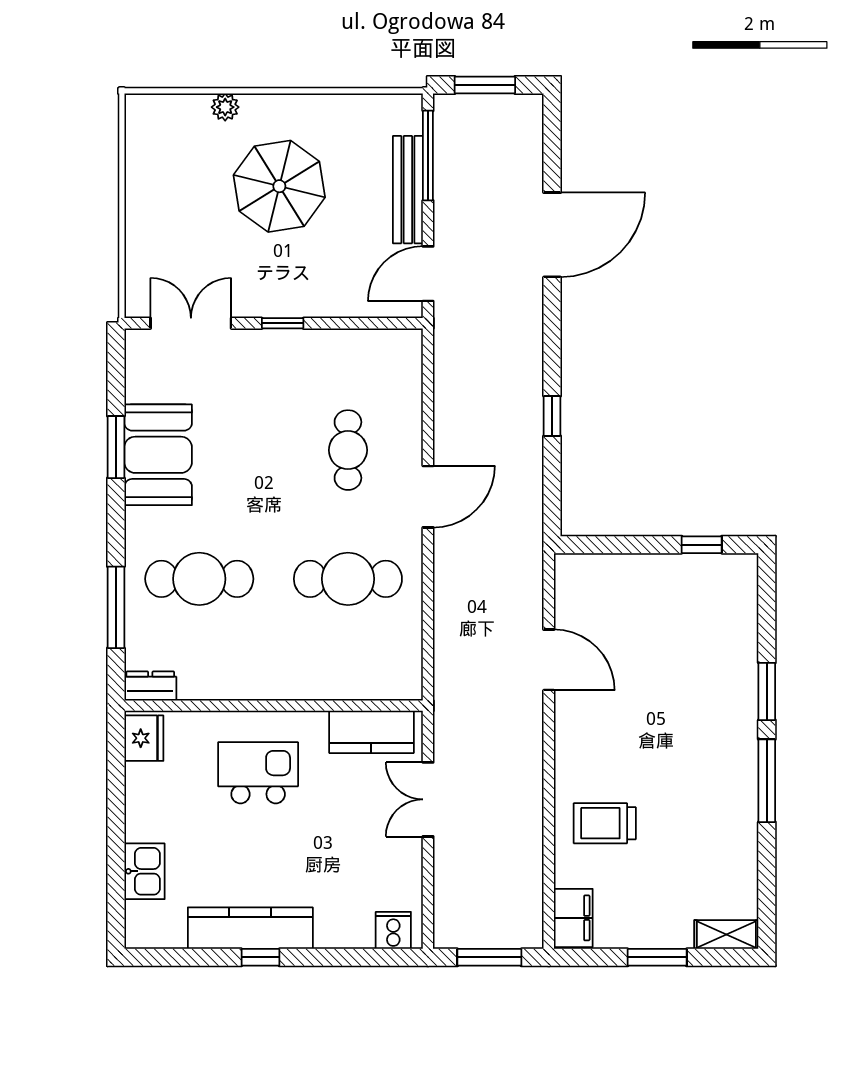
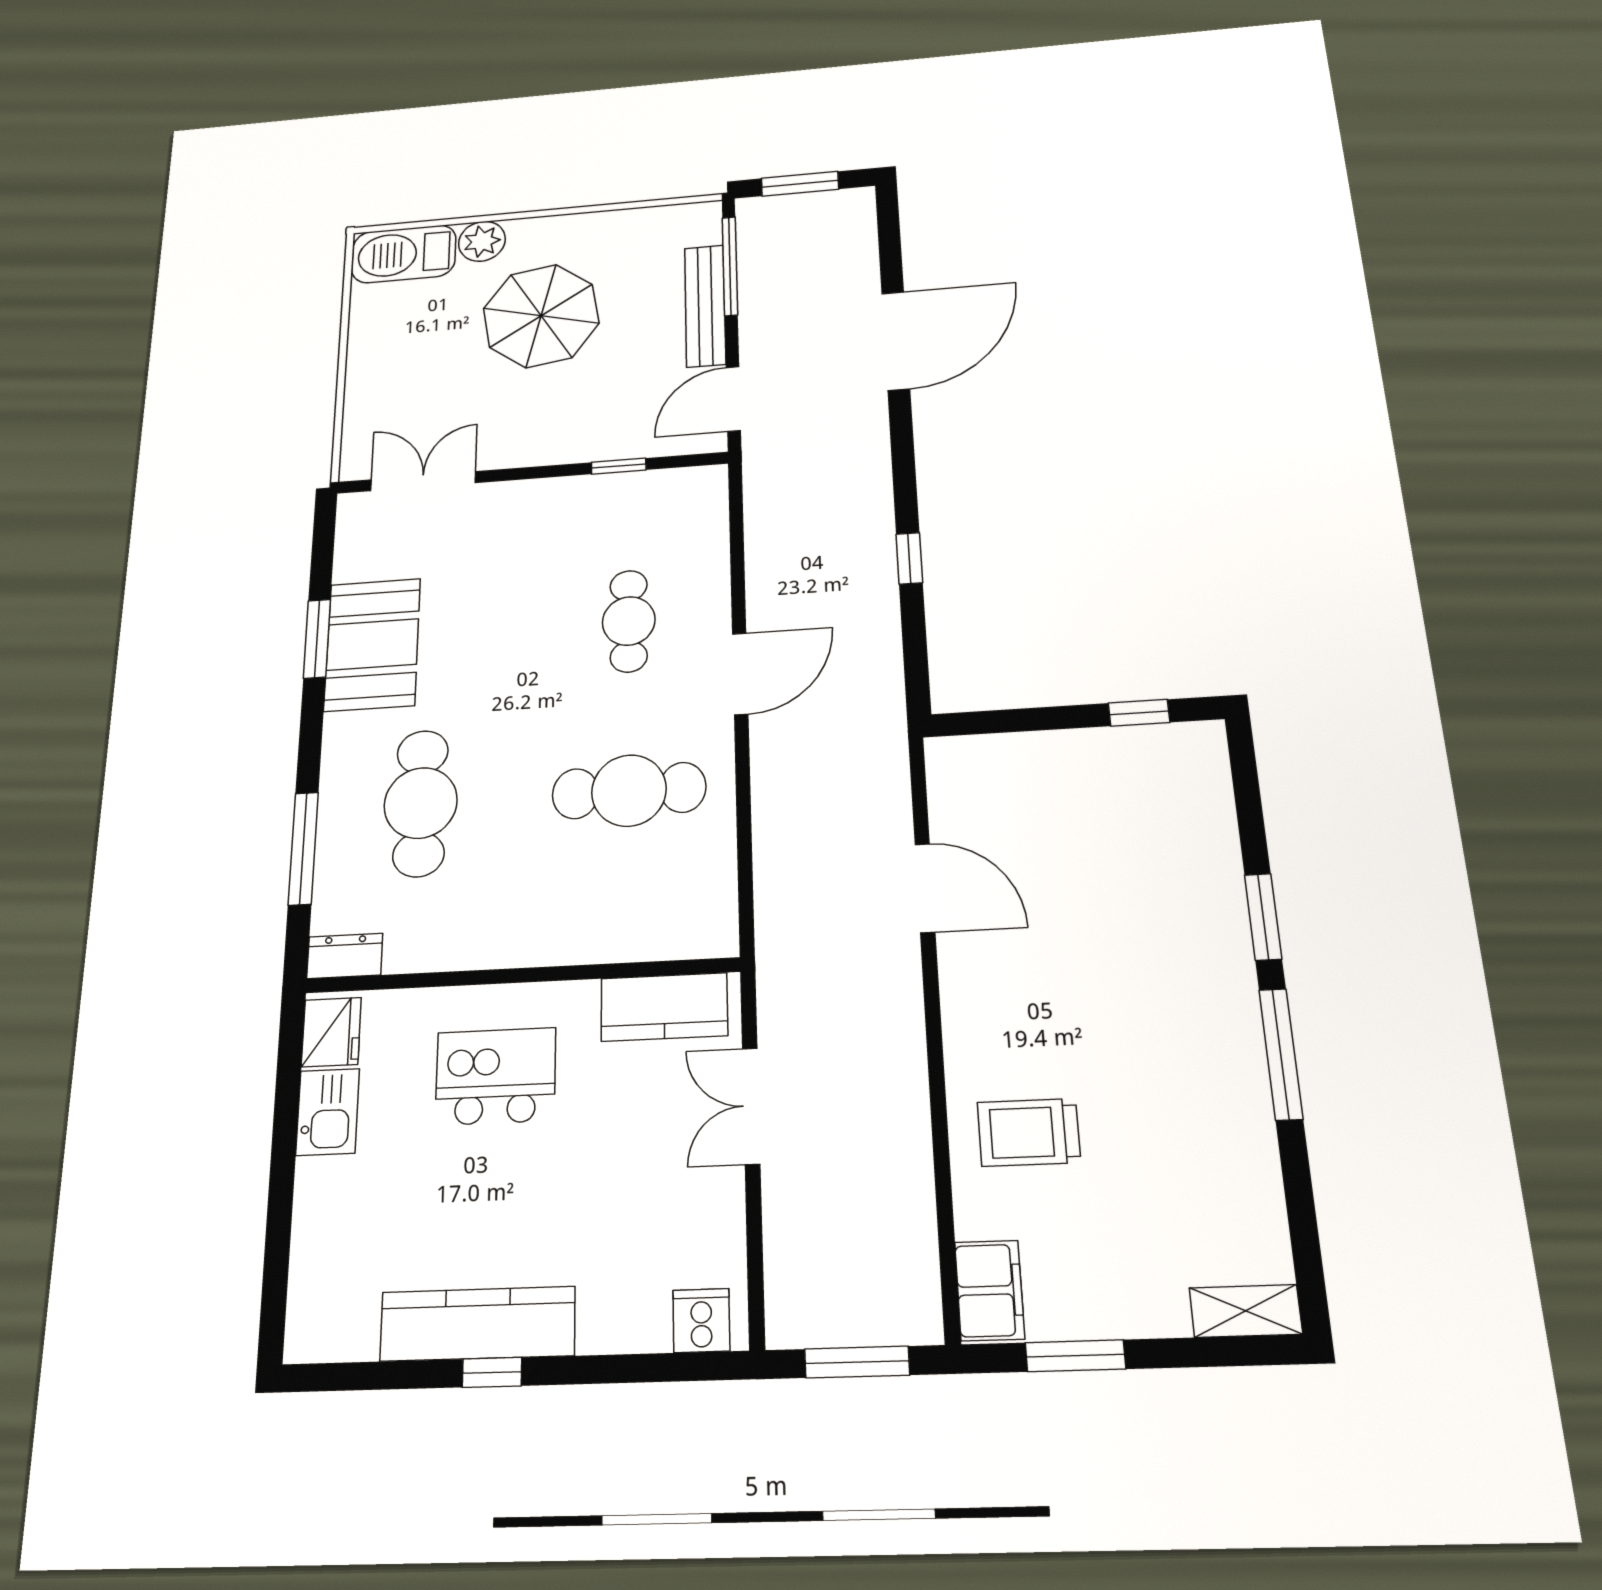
plant: (225, 107) -> (482, 241), width x1.38, depth x1.38
barbecue: (167, 118) -> (404, 254), added
window: (283, 323) -> (619, 466), moved
cafe table: (199, 579) -> (421, 803), turned 90
kitchen sink: (144, 871) -> (328, 1112), moved
window: (657, 957) -> (1075, 1356), moved

